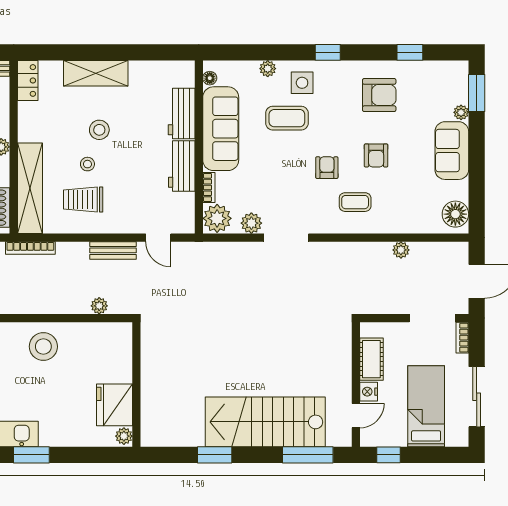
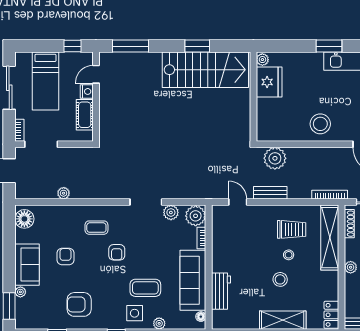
armchair: (376, 155) -> (65, 256), moved
workbench: (182, 166) -> (221, 253), removed
plant: (99, 306) -> (275, 158), width x1.87, depth x1.87
stairs: (265, 422) -> (205, 70), moved

